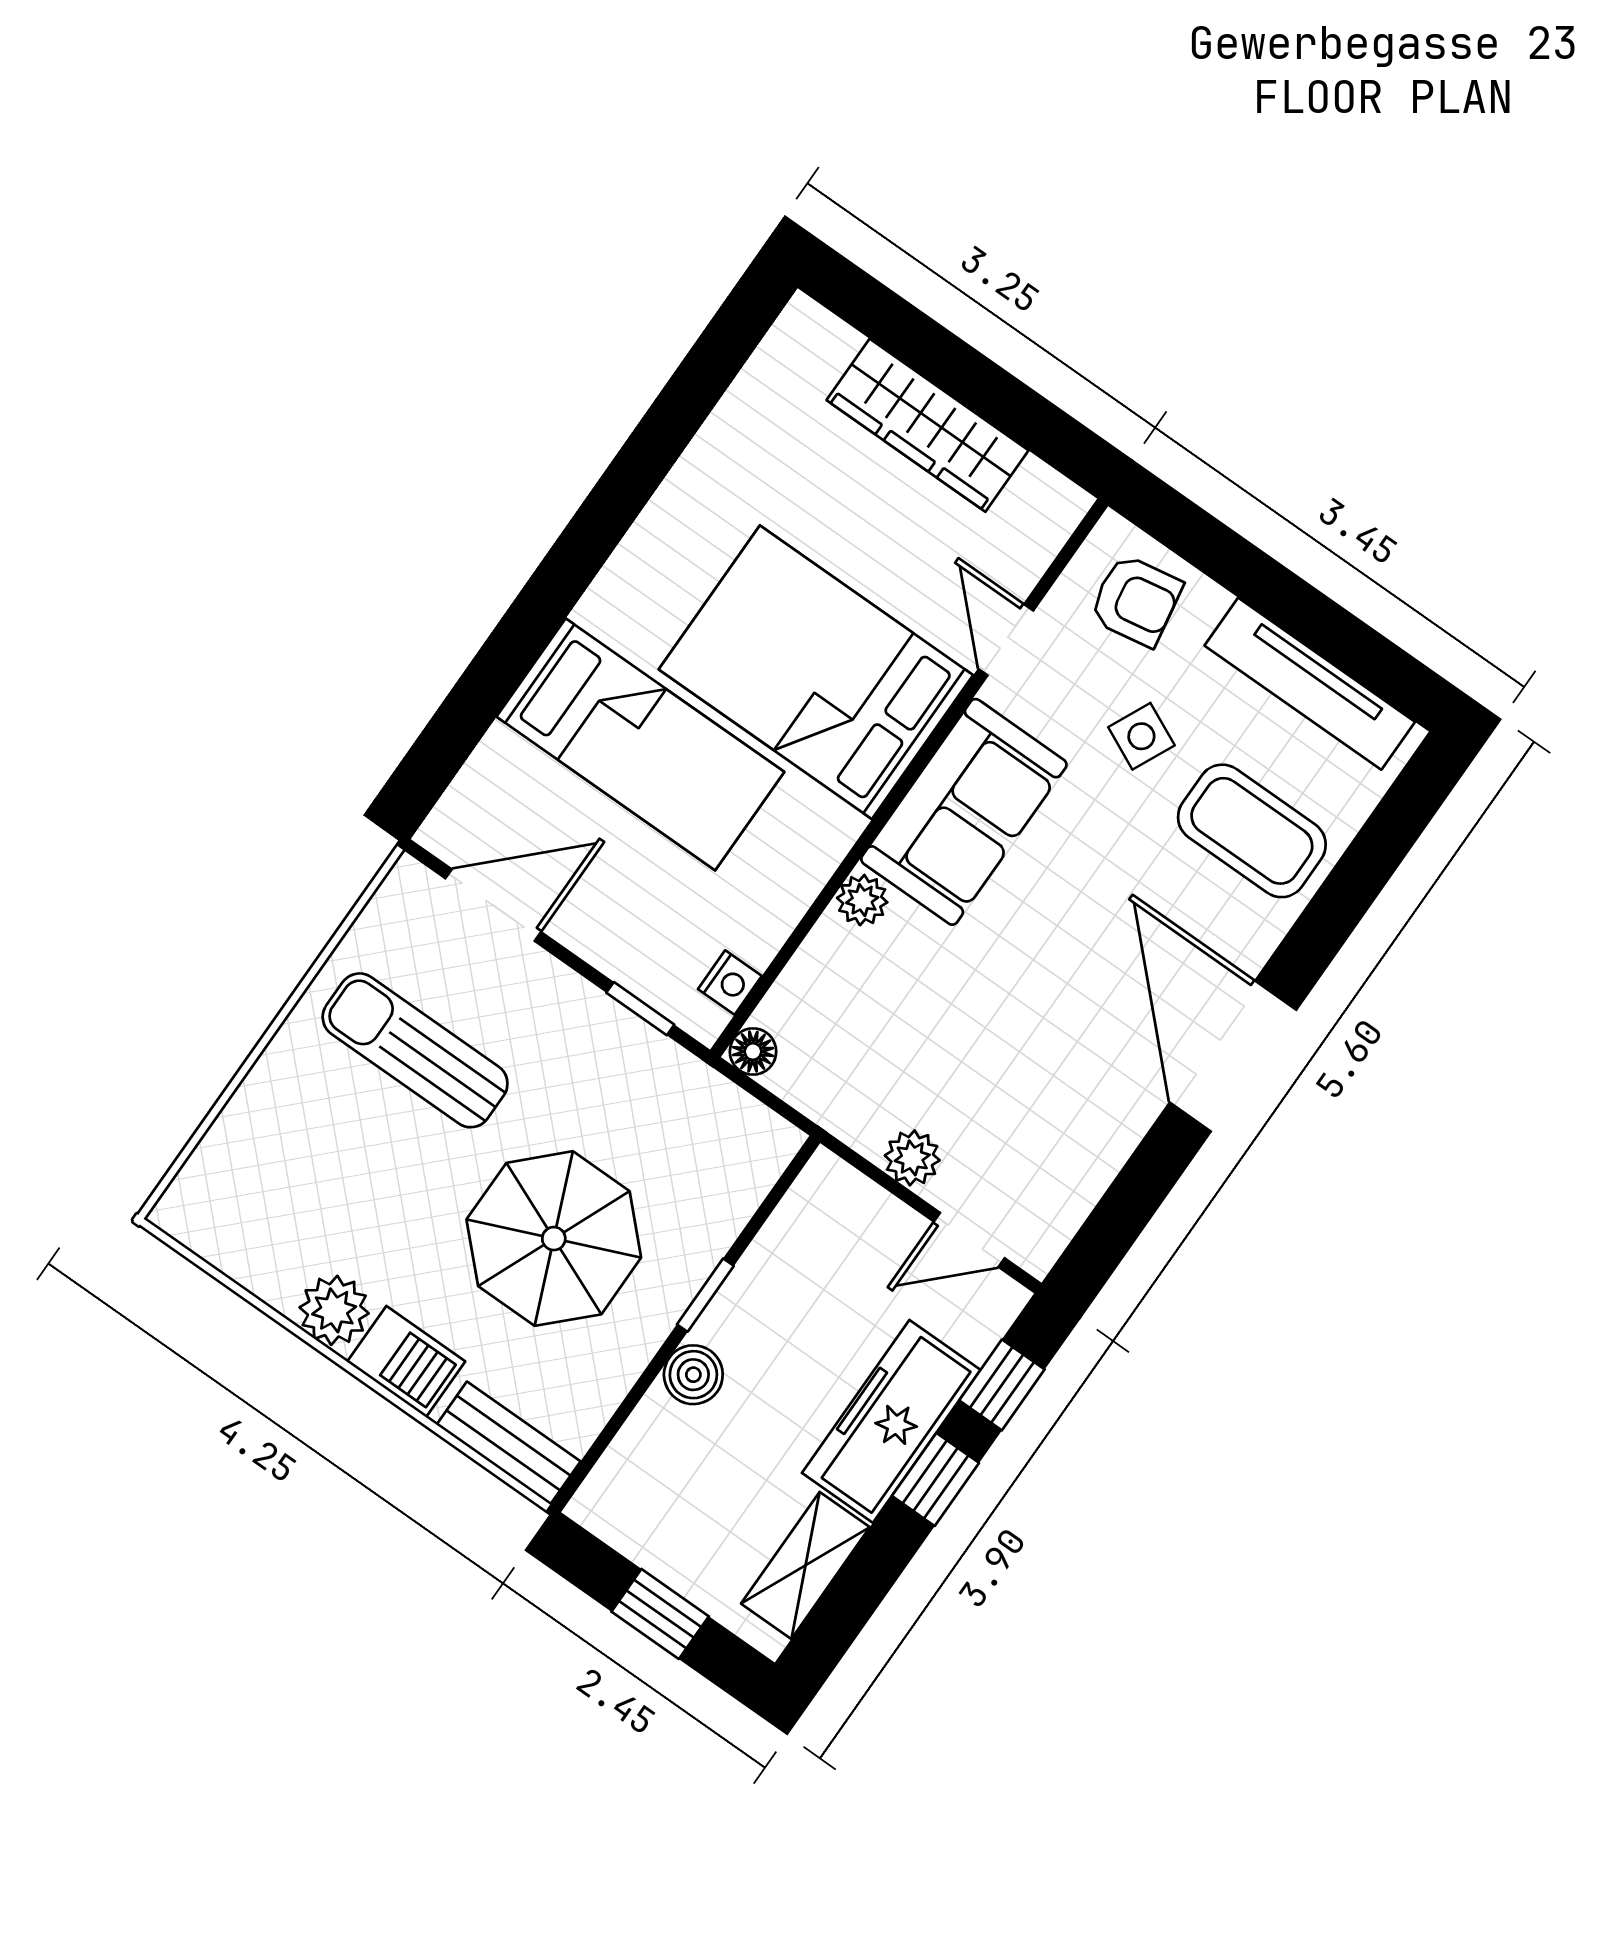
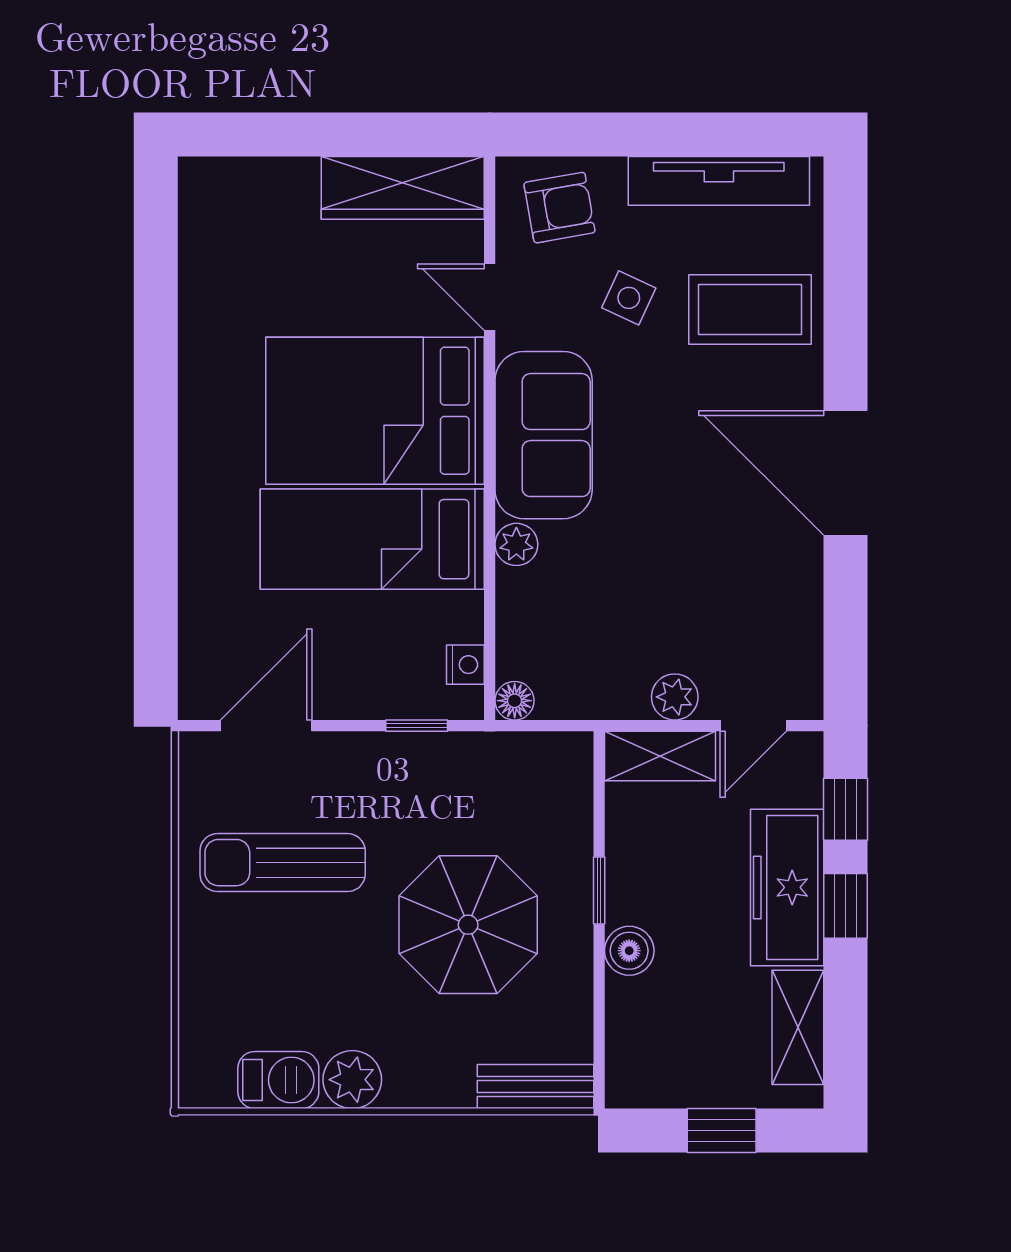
wardrobe: (928, 425) -> (403, 188), moved
bed: (640, 744) -> (372, 539), moved, turned 180
shelving: (857, 1205) -> (660, 756), added
barbecue: (406, 1362) -> (278, 1080), moved

